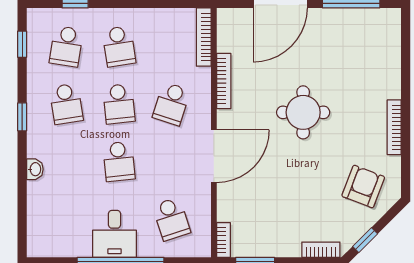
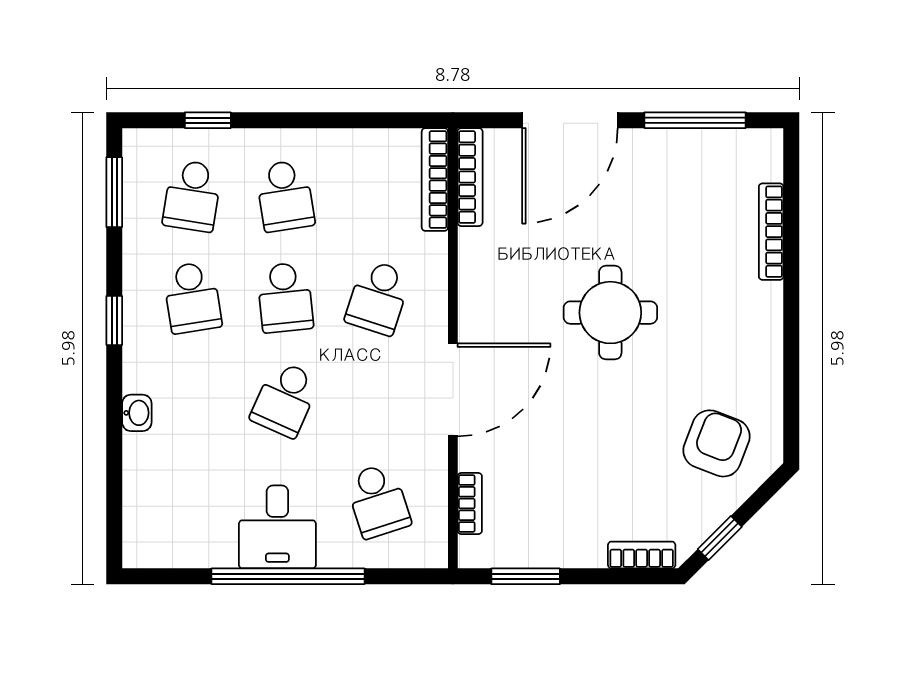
window: (22, 44) -> (114, 192), width x1.50
bookcase: (224, 81) -> (470, 177), moved
bookcase: (394, 127) -> (771, 232), moved
school desk: (119, 161) -> (285, 399), turned 30
bookcase: (223, 240) -> (470, 504), moved

